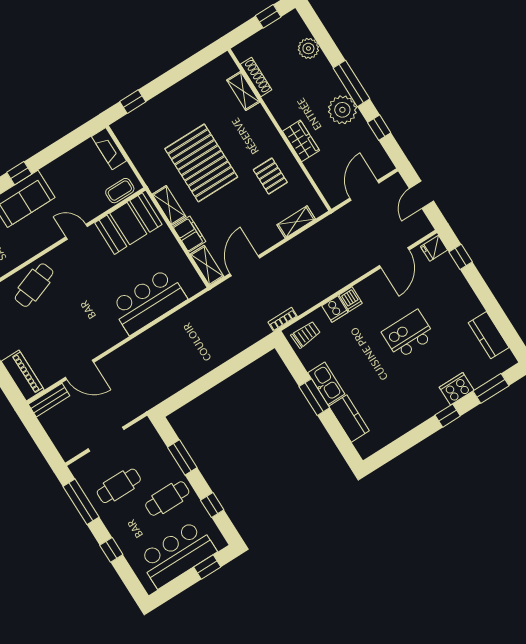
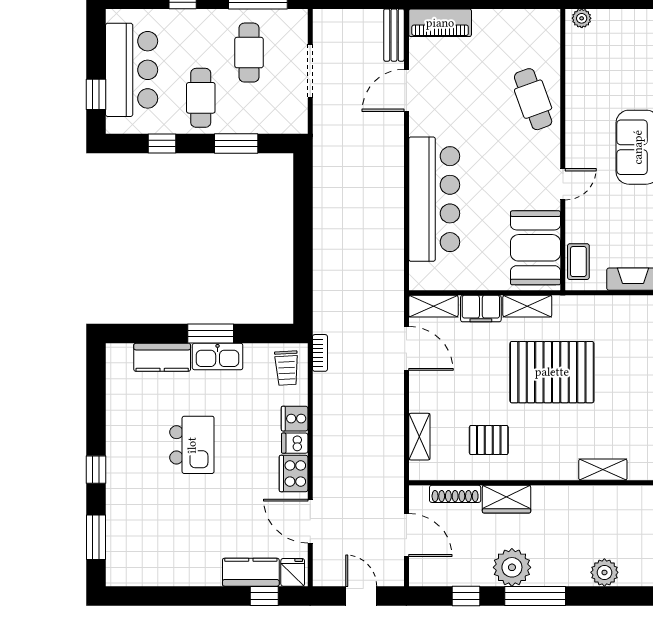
shoe rack: (256, 77) -> (455, 494), moved
bar counter: (149, 301) -> (434, 199), width x1.36
kitchen island: (408, 334) -> (192, 445), moved
kitchen counter: (489, 335) -> (251, 572), moved
cooker: (457, 389) -> (294, 473), moved, turned 180

